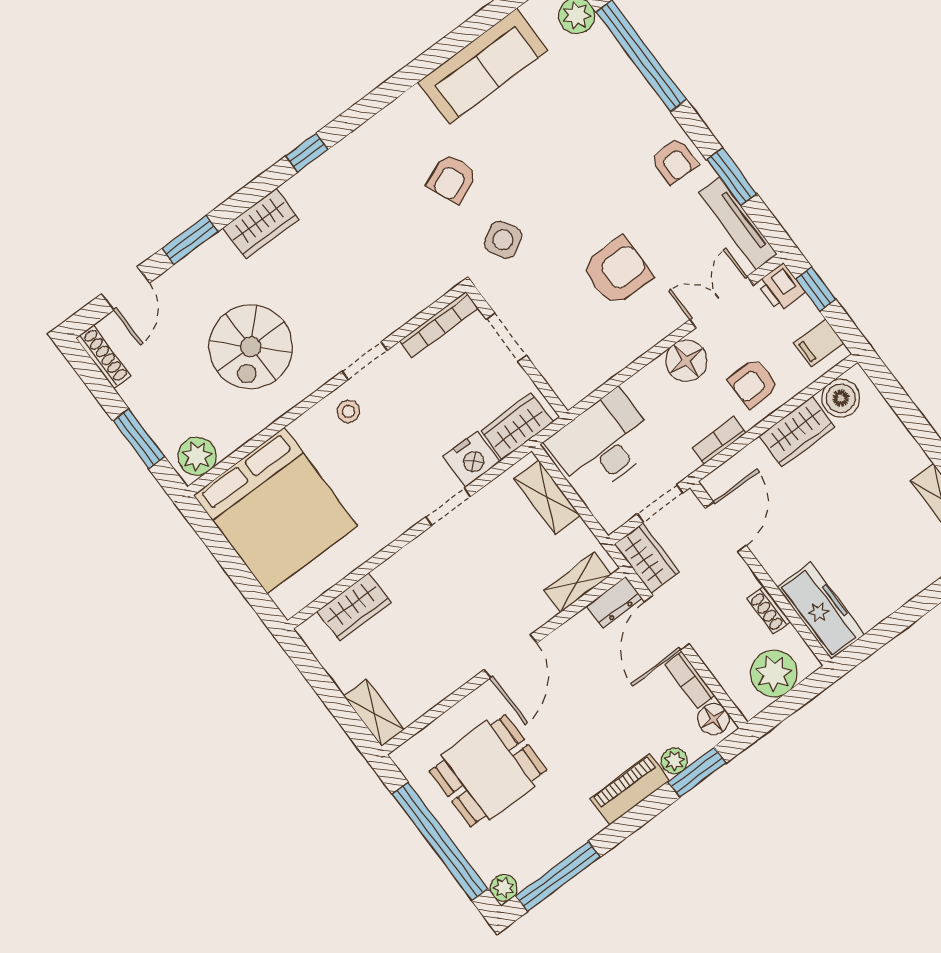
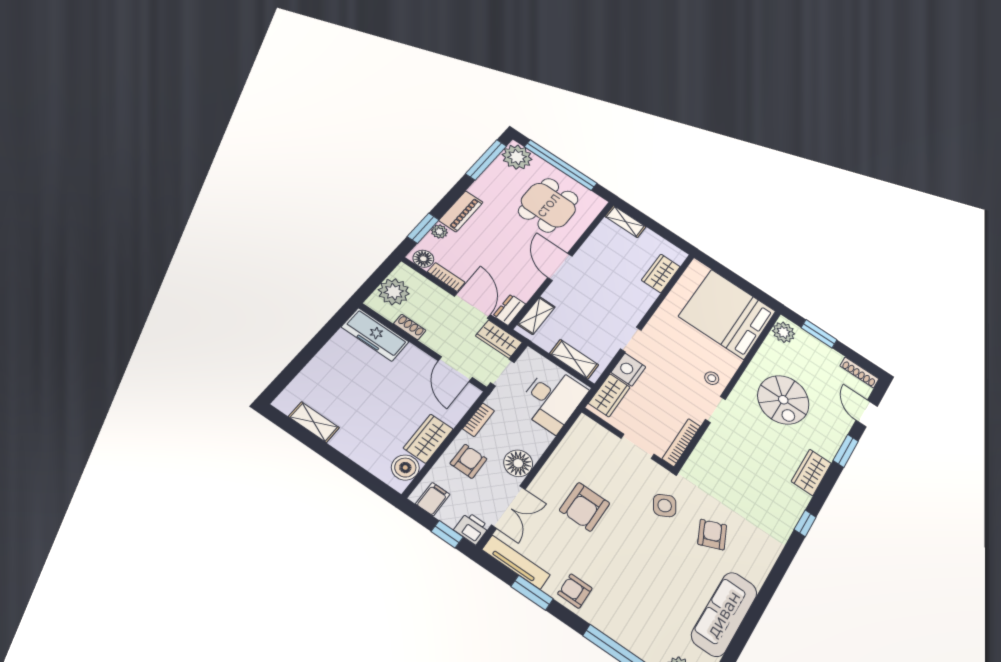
spiral stairs: (251, 347) -> (783, 400), turned 180
plant: (504, 888) -> (517, 157), width x1.87, depth x1.87

